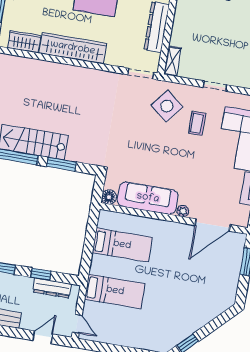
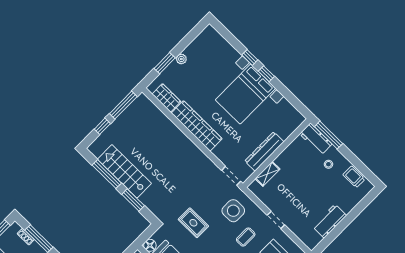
shelving: (173, 61) -> (267, 174), moved
side table: (167, 106) -> (233, 211), turned -38
rug: (136, 145) -> (193, 223), added

